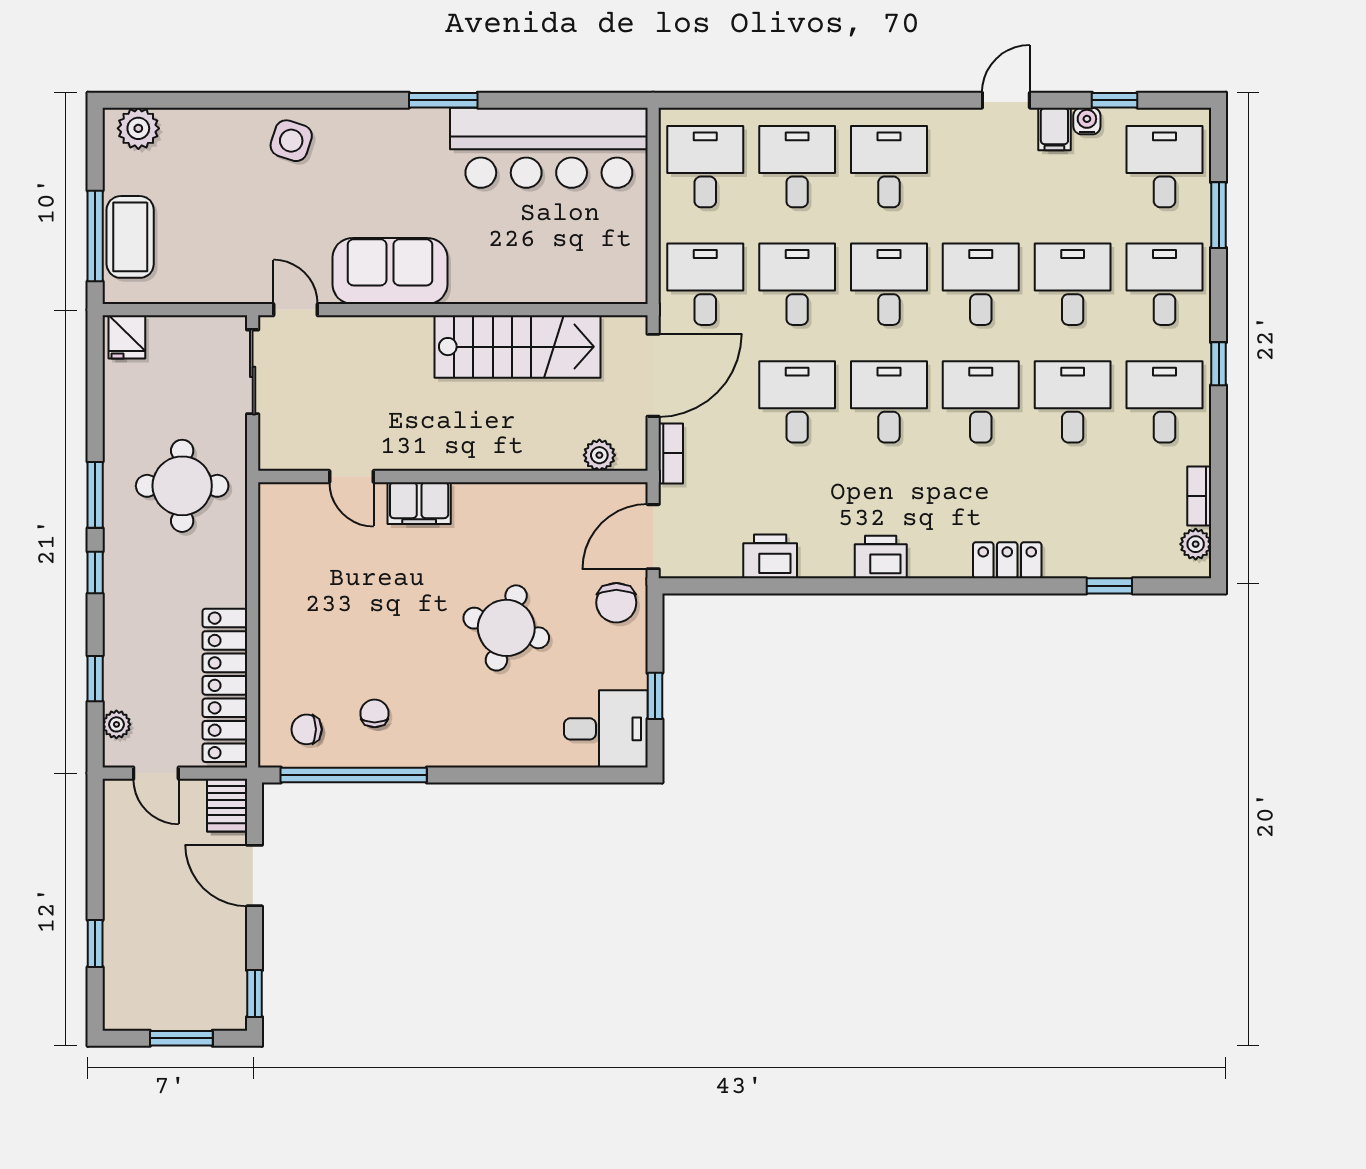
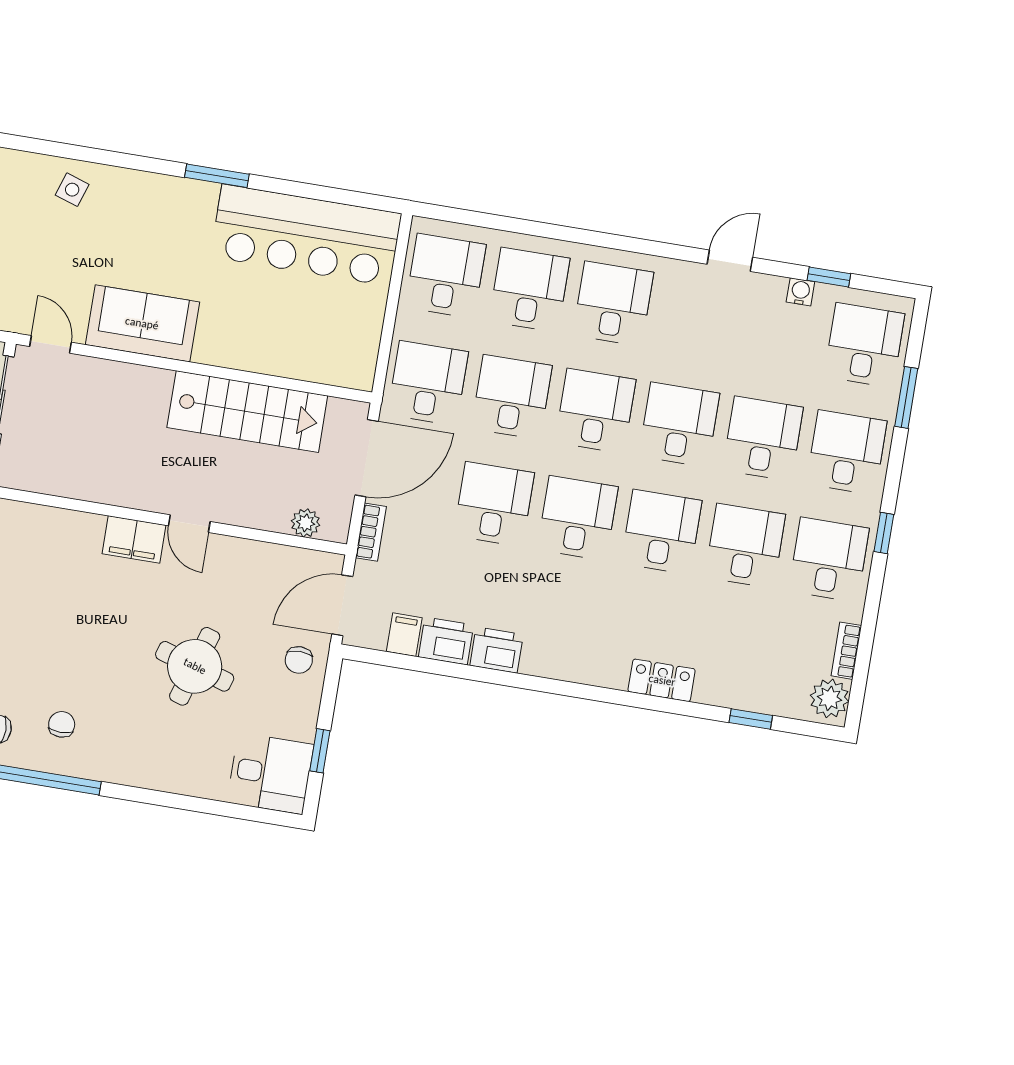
filing cabinet: (1054, 129) -> (404, 635), moved, turned 180
side table: (291, 141) -> (72, 190), width x0.73, depth x0.73
door: (351, 477) -> (189, 524), moved
plant: (1196, 544) -> (830, 698), width x1.38, depth x1.38
printer: (881, 557) -> (497, 650), moved
chair: (616, 603) -> (299, 660), width x0.73, depth x0.73

